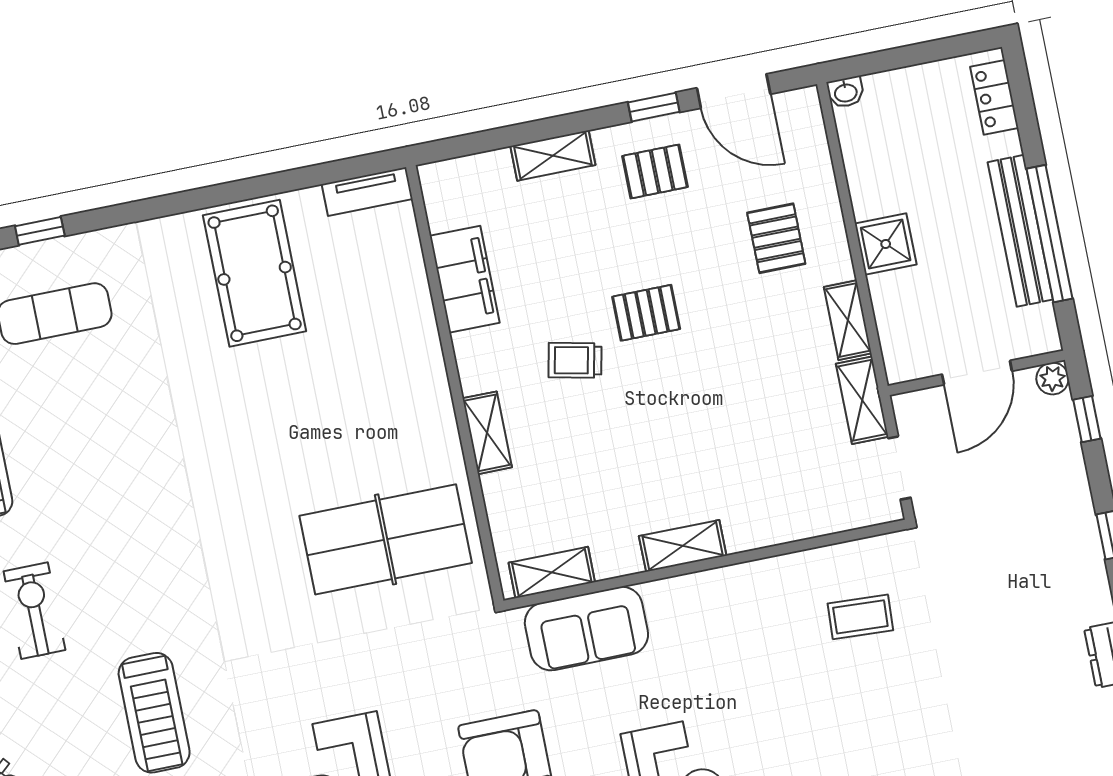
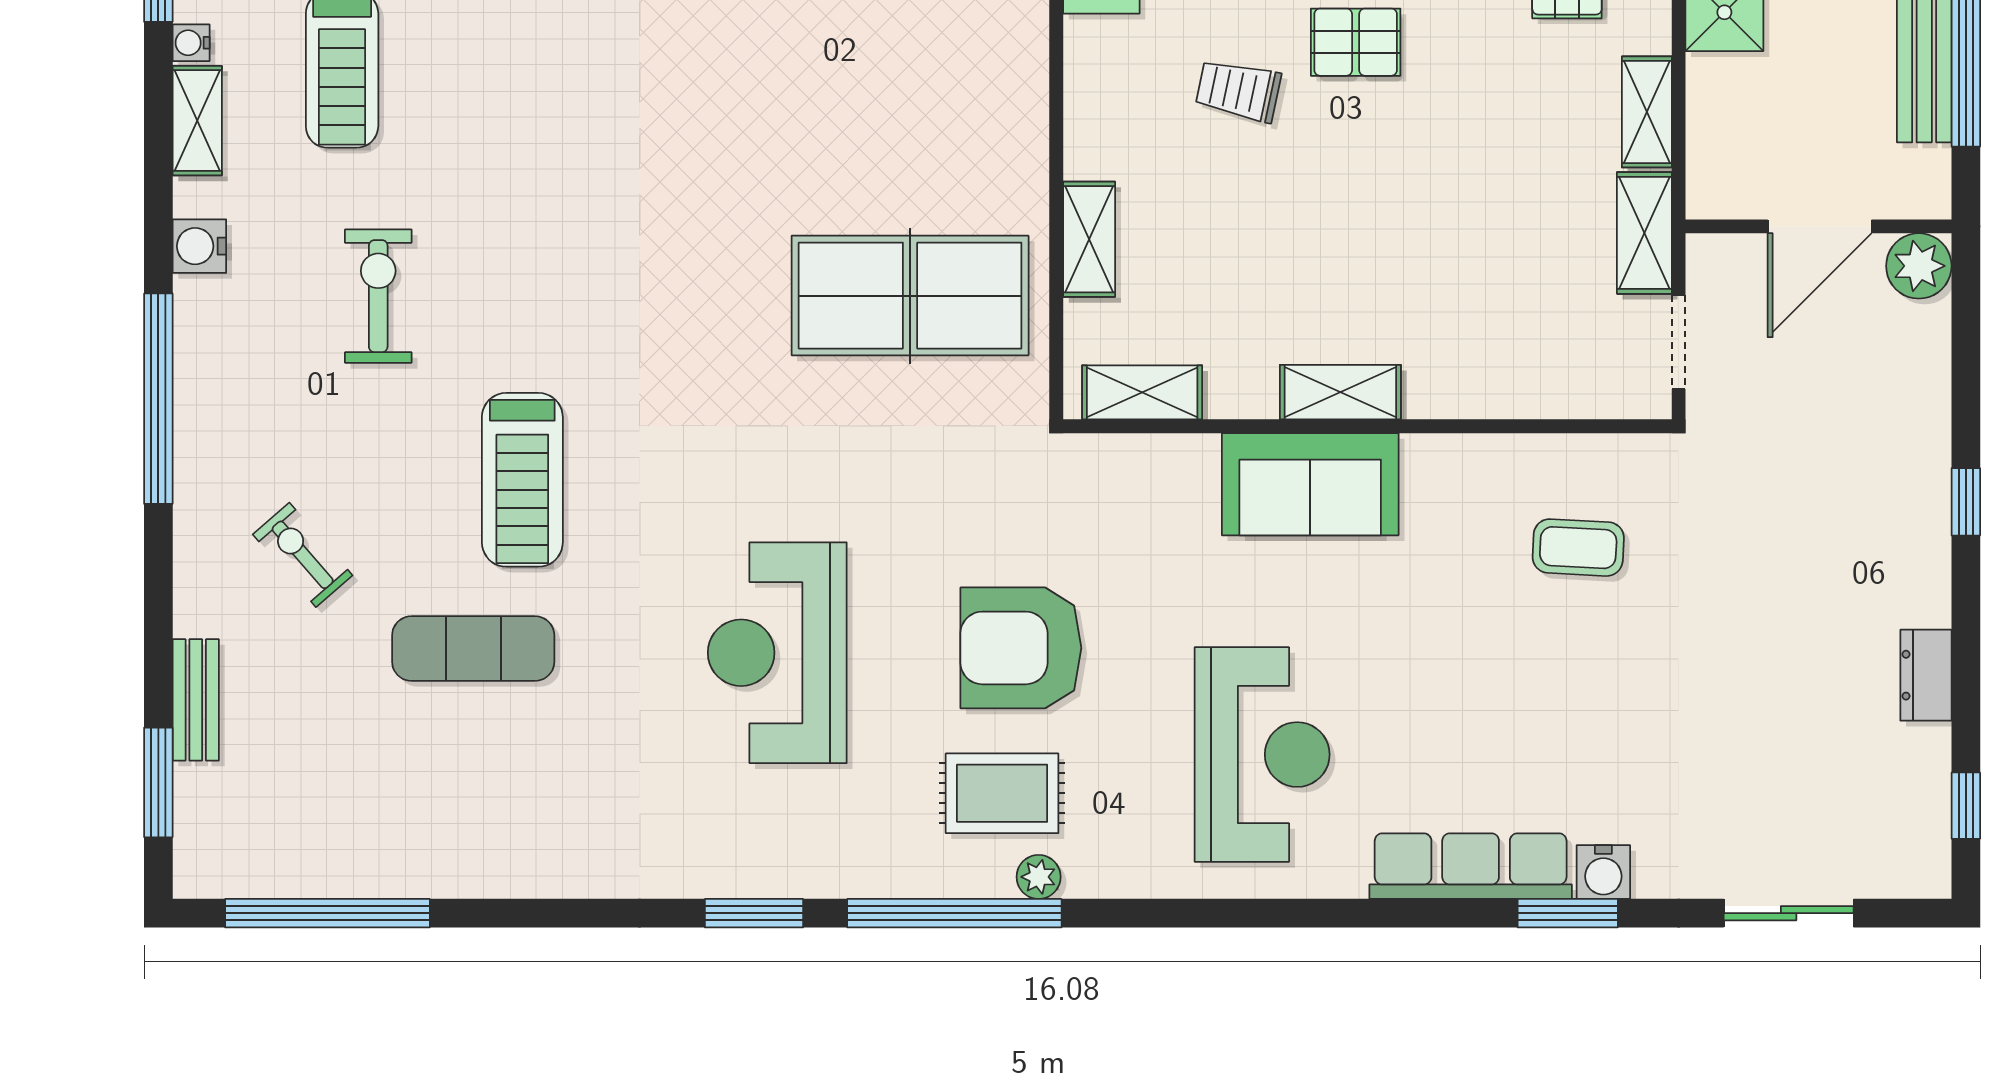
plant: (1053, 378) -> (1919, 266), width x1.38, depth x1.38
window: (1087, 419) -> (1966, 326), removed
shelving: (487, 433) -> (1089, 239), moved
sofa: (586, 629) -> (1310, 484), moved

